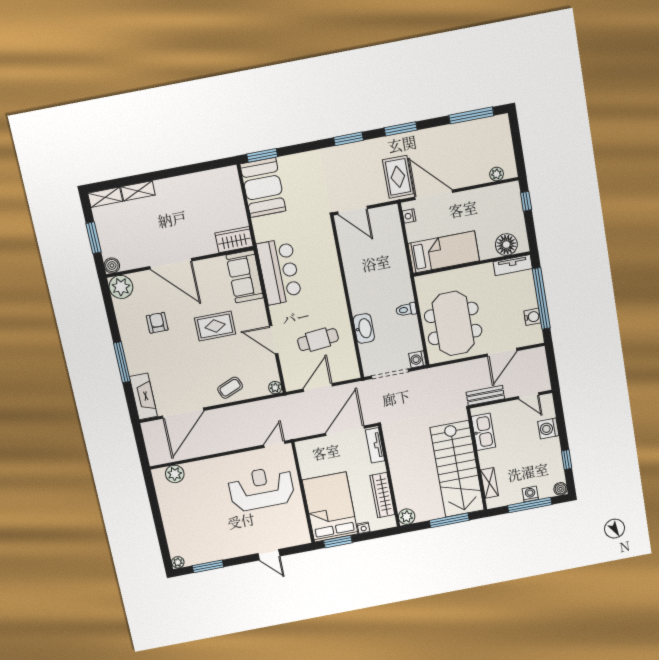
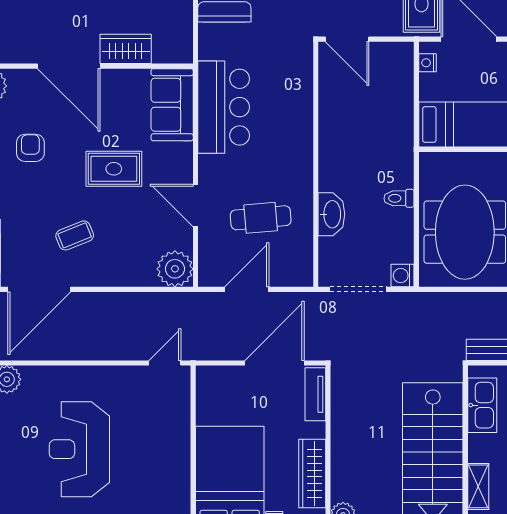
wardrobe: (234, 240) -> (126, 49), moved
coffee table: (230, 388) -> (75, 235), moved
plant: (275, 388) -> (175, 269), width x1.88, depth x1.88
reception desk: (261, 488) -> (79, 449), moved, turned -90

